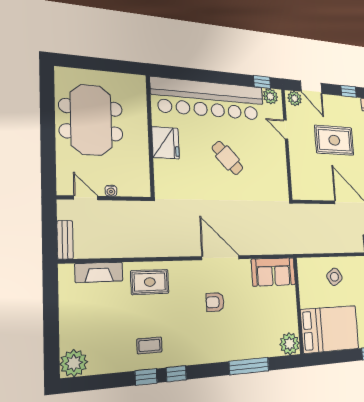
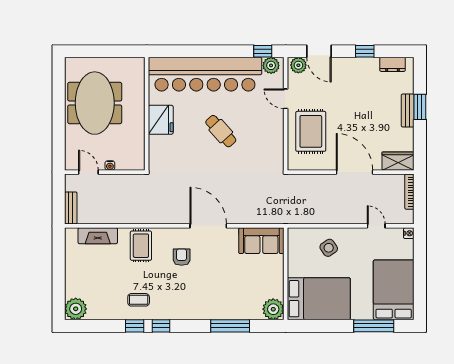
rug: (334, 140) -> (311, 131), moved, turned 90
rug: (150, 282) -> (141, 246), turned 90
armchair: (215, 302) -> (182, 257), moved, turned 90

